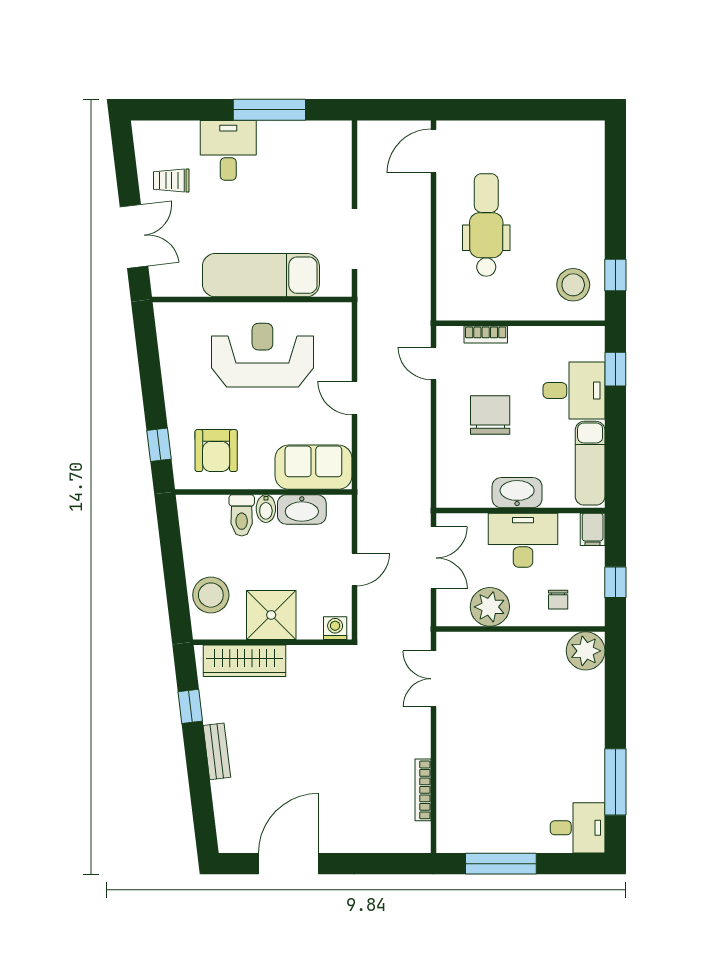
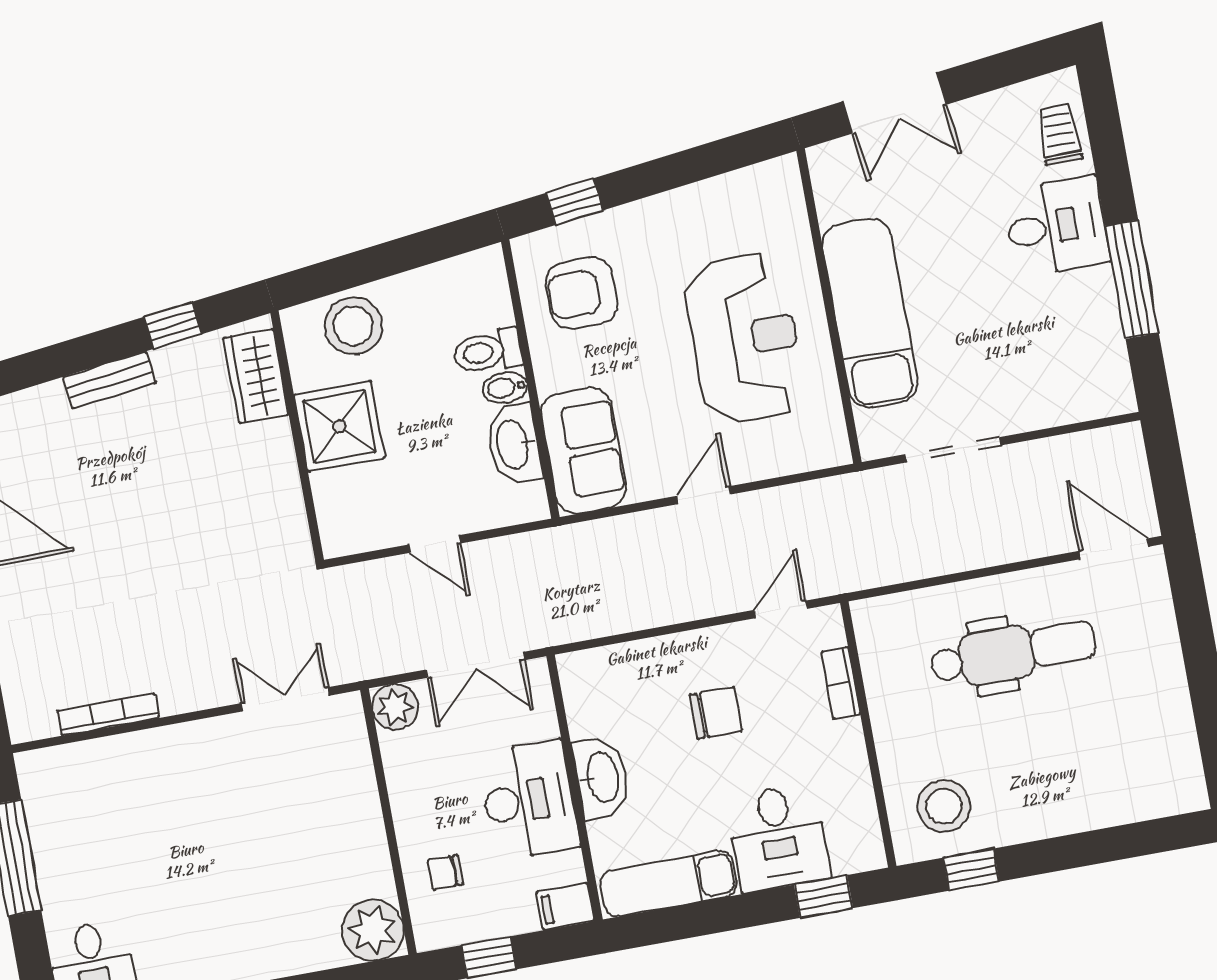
trolley: (171, 181) -> (1059, 134), moved
chair: (490, 415) -> (716, 713), width x0.73, depth x0.73
plant: (490, 607) -> (395, 707), moved, width x0.73, depth x0.73
washing machine: (335, 628) -> (337, 530), removed
wardrobe: (245, 661) -> (256, 376), width x0.67

